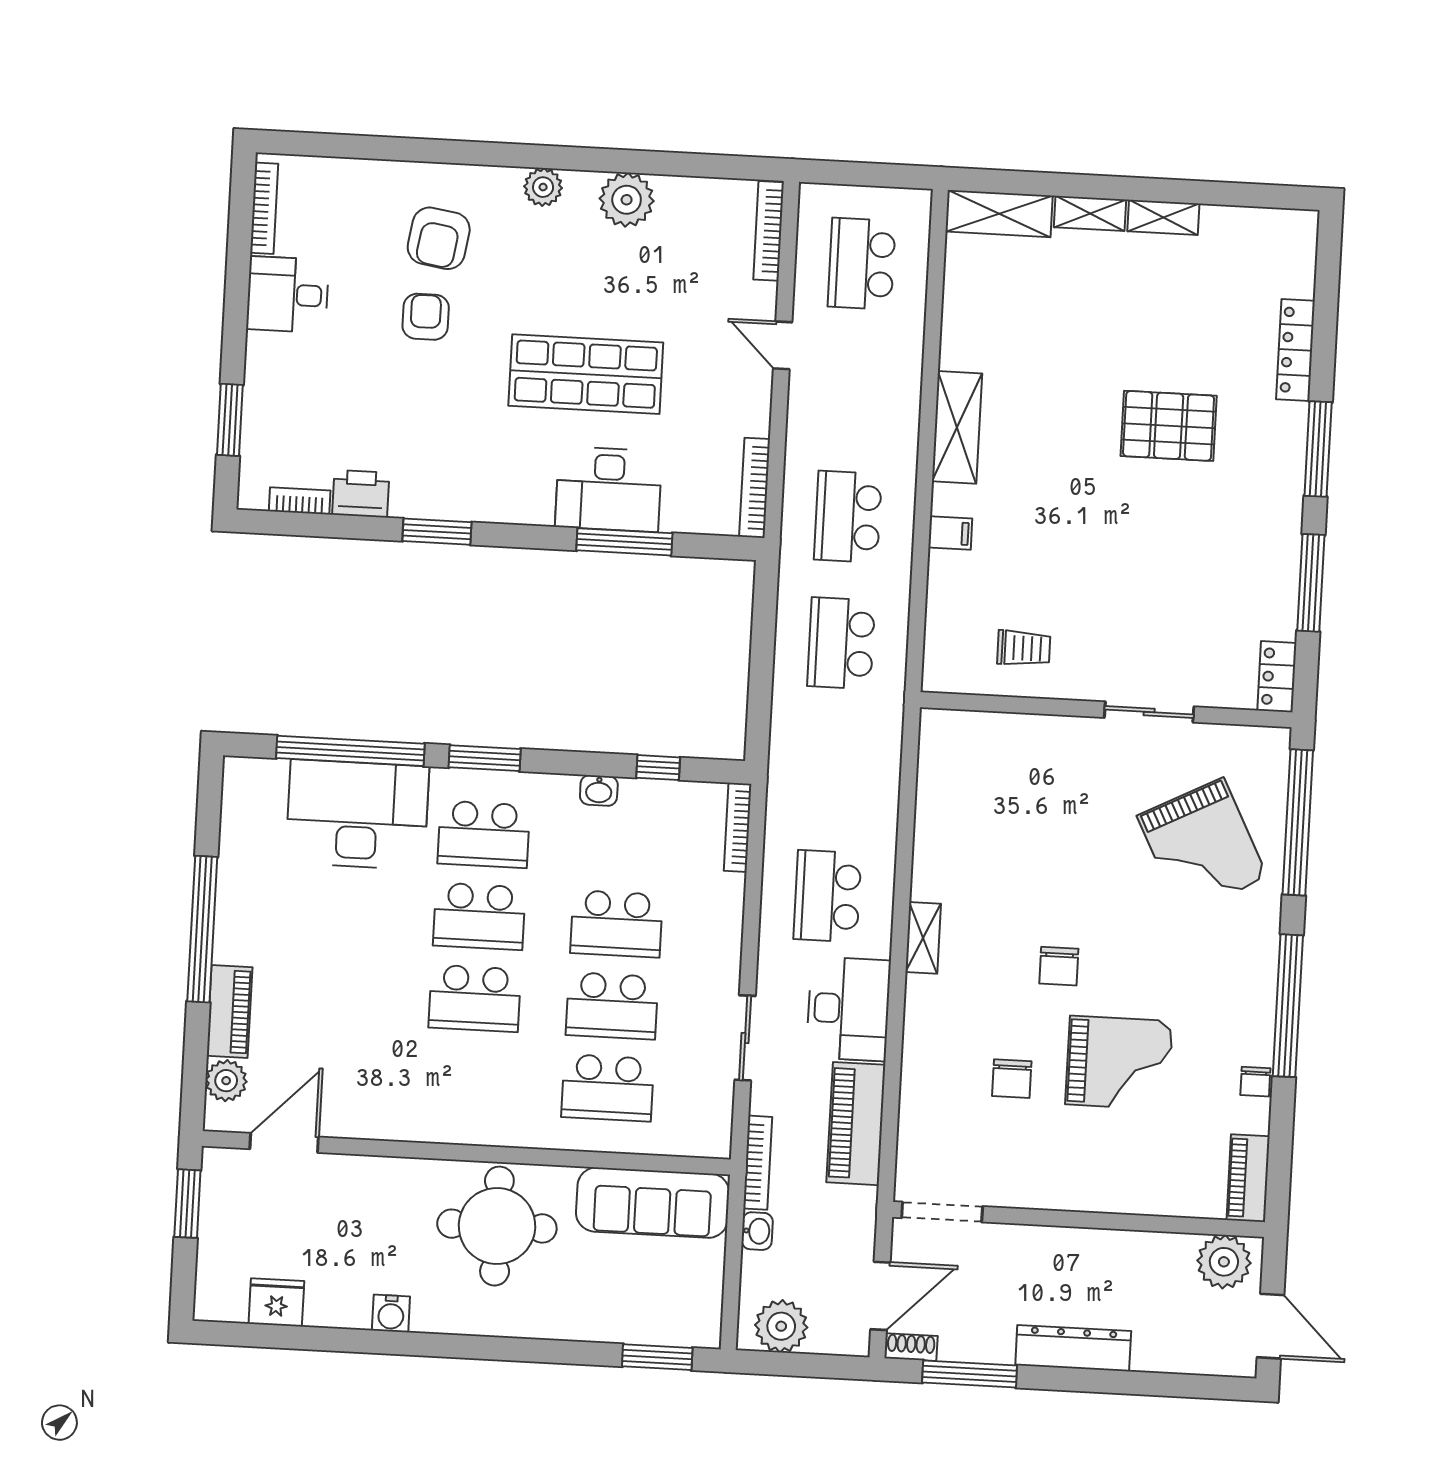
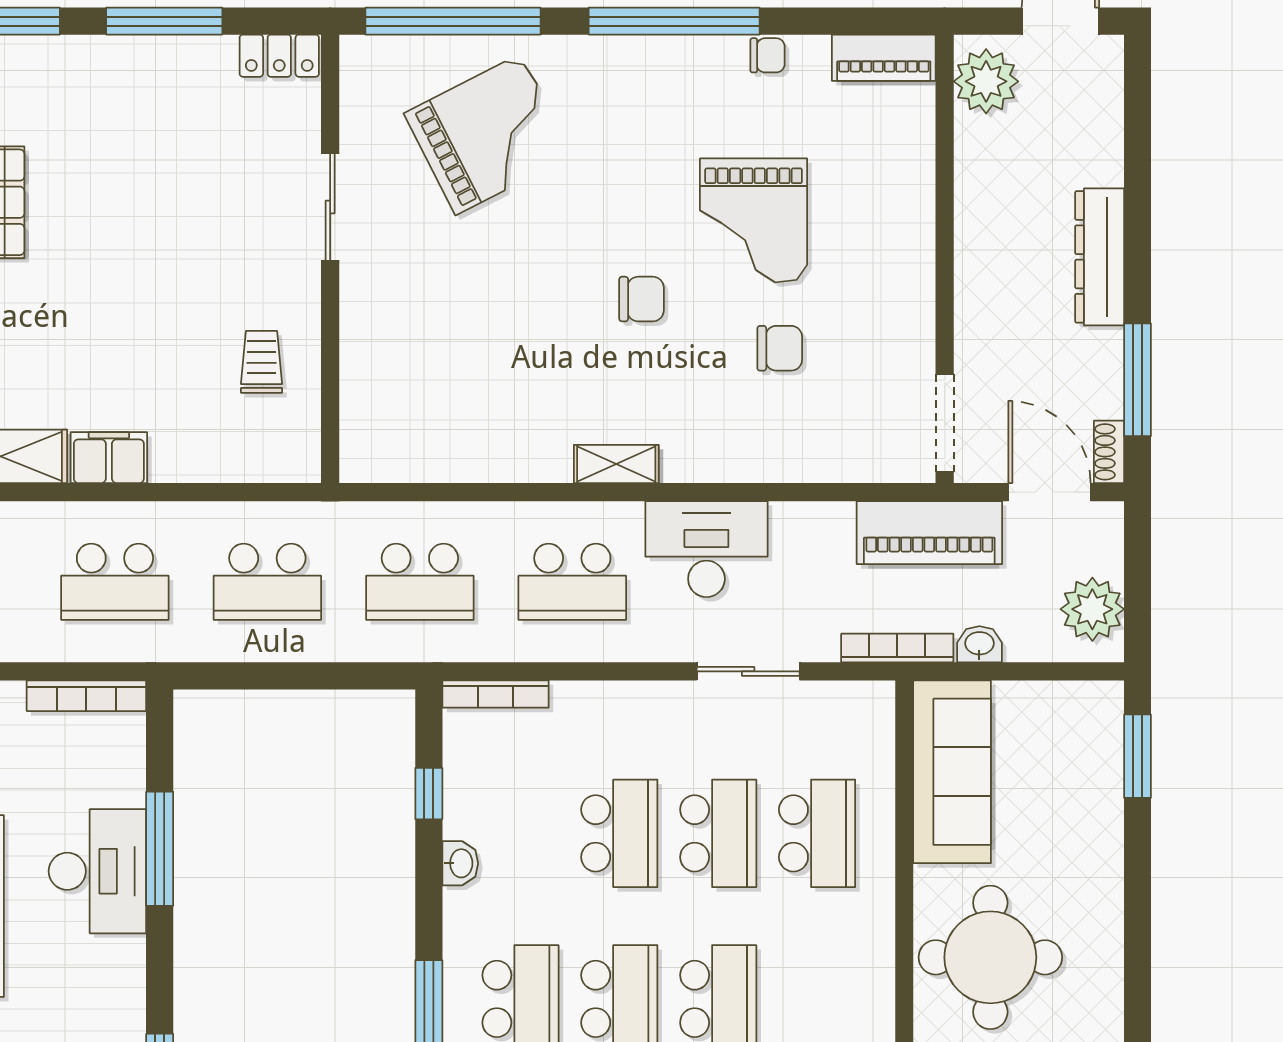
filing cabinet: (950, 533) -> (109, 458), width x2.00
school desk: (834, 770) -> (420, 582), added
grand piano: (1119, 1063) -> (754, 220), turned 180
piano: (856, 1124) -> (929, 533), moved

